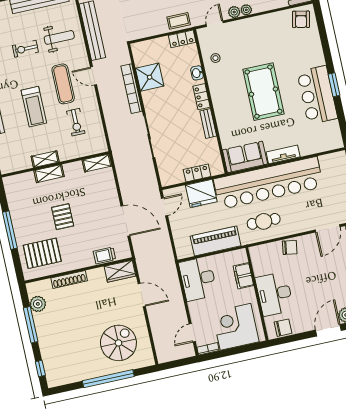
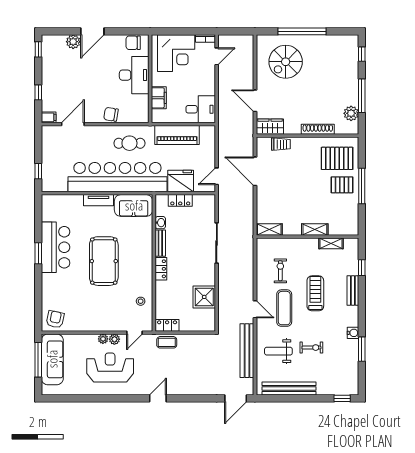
washbasin: (197, 73) -> (160, 223), moved
bookcase: (131, 89) -> (223, 290), removed
shelving: (45, 159) -> (331, 243), moved
pallet: (63, 217) -> (342, 185), moved, turned 90
desk: (198, 279) -> (201, 109), width x0.73

